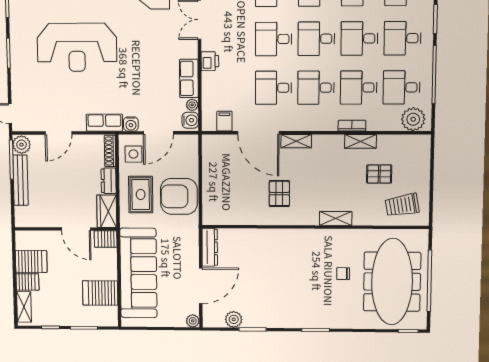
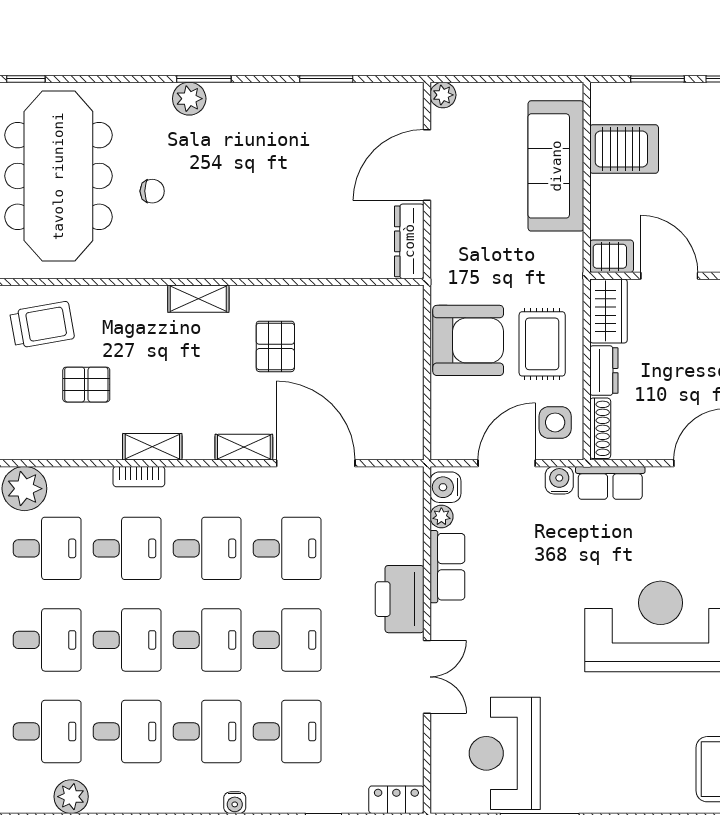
printer: (210, 61) -> (400, 599), width x1.87, depth x1.48
filing cabinet: (224, 121) -> (380, 485), removed
shelving: (360, 141) -> (152, 447), moved
shelving: (336, 218) -> (198, 299), moved
sofa: (138, 273) -> (556, 166), width x0.74, depth x0.79
plant: (234, 319) -> (189, 99), moved

